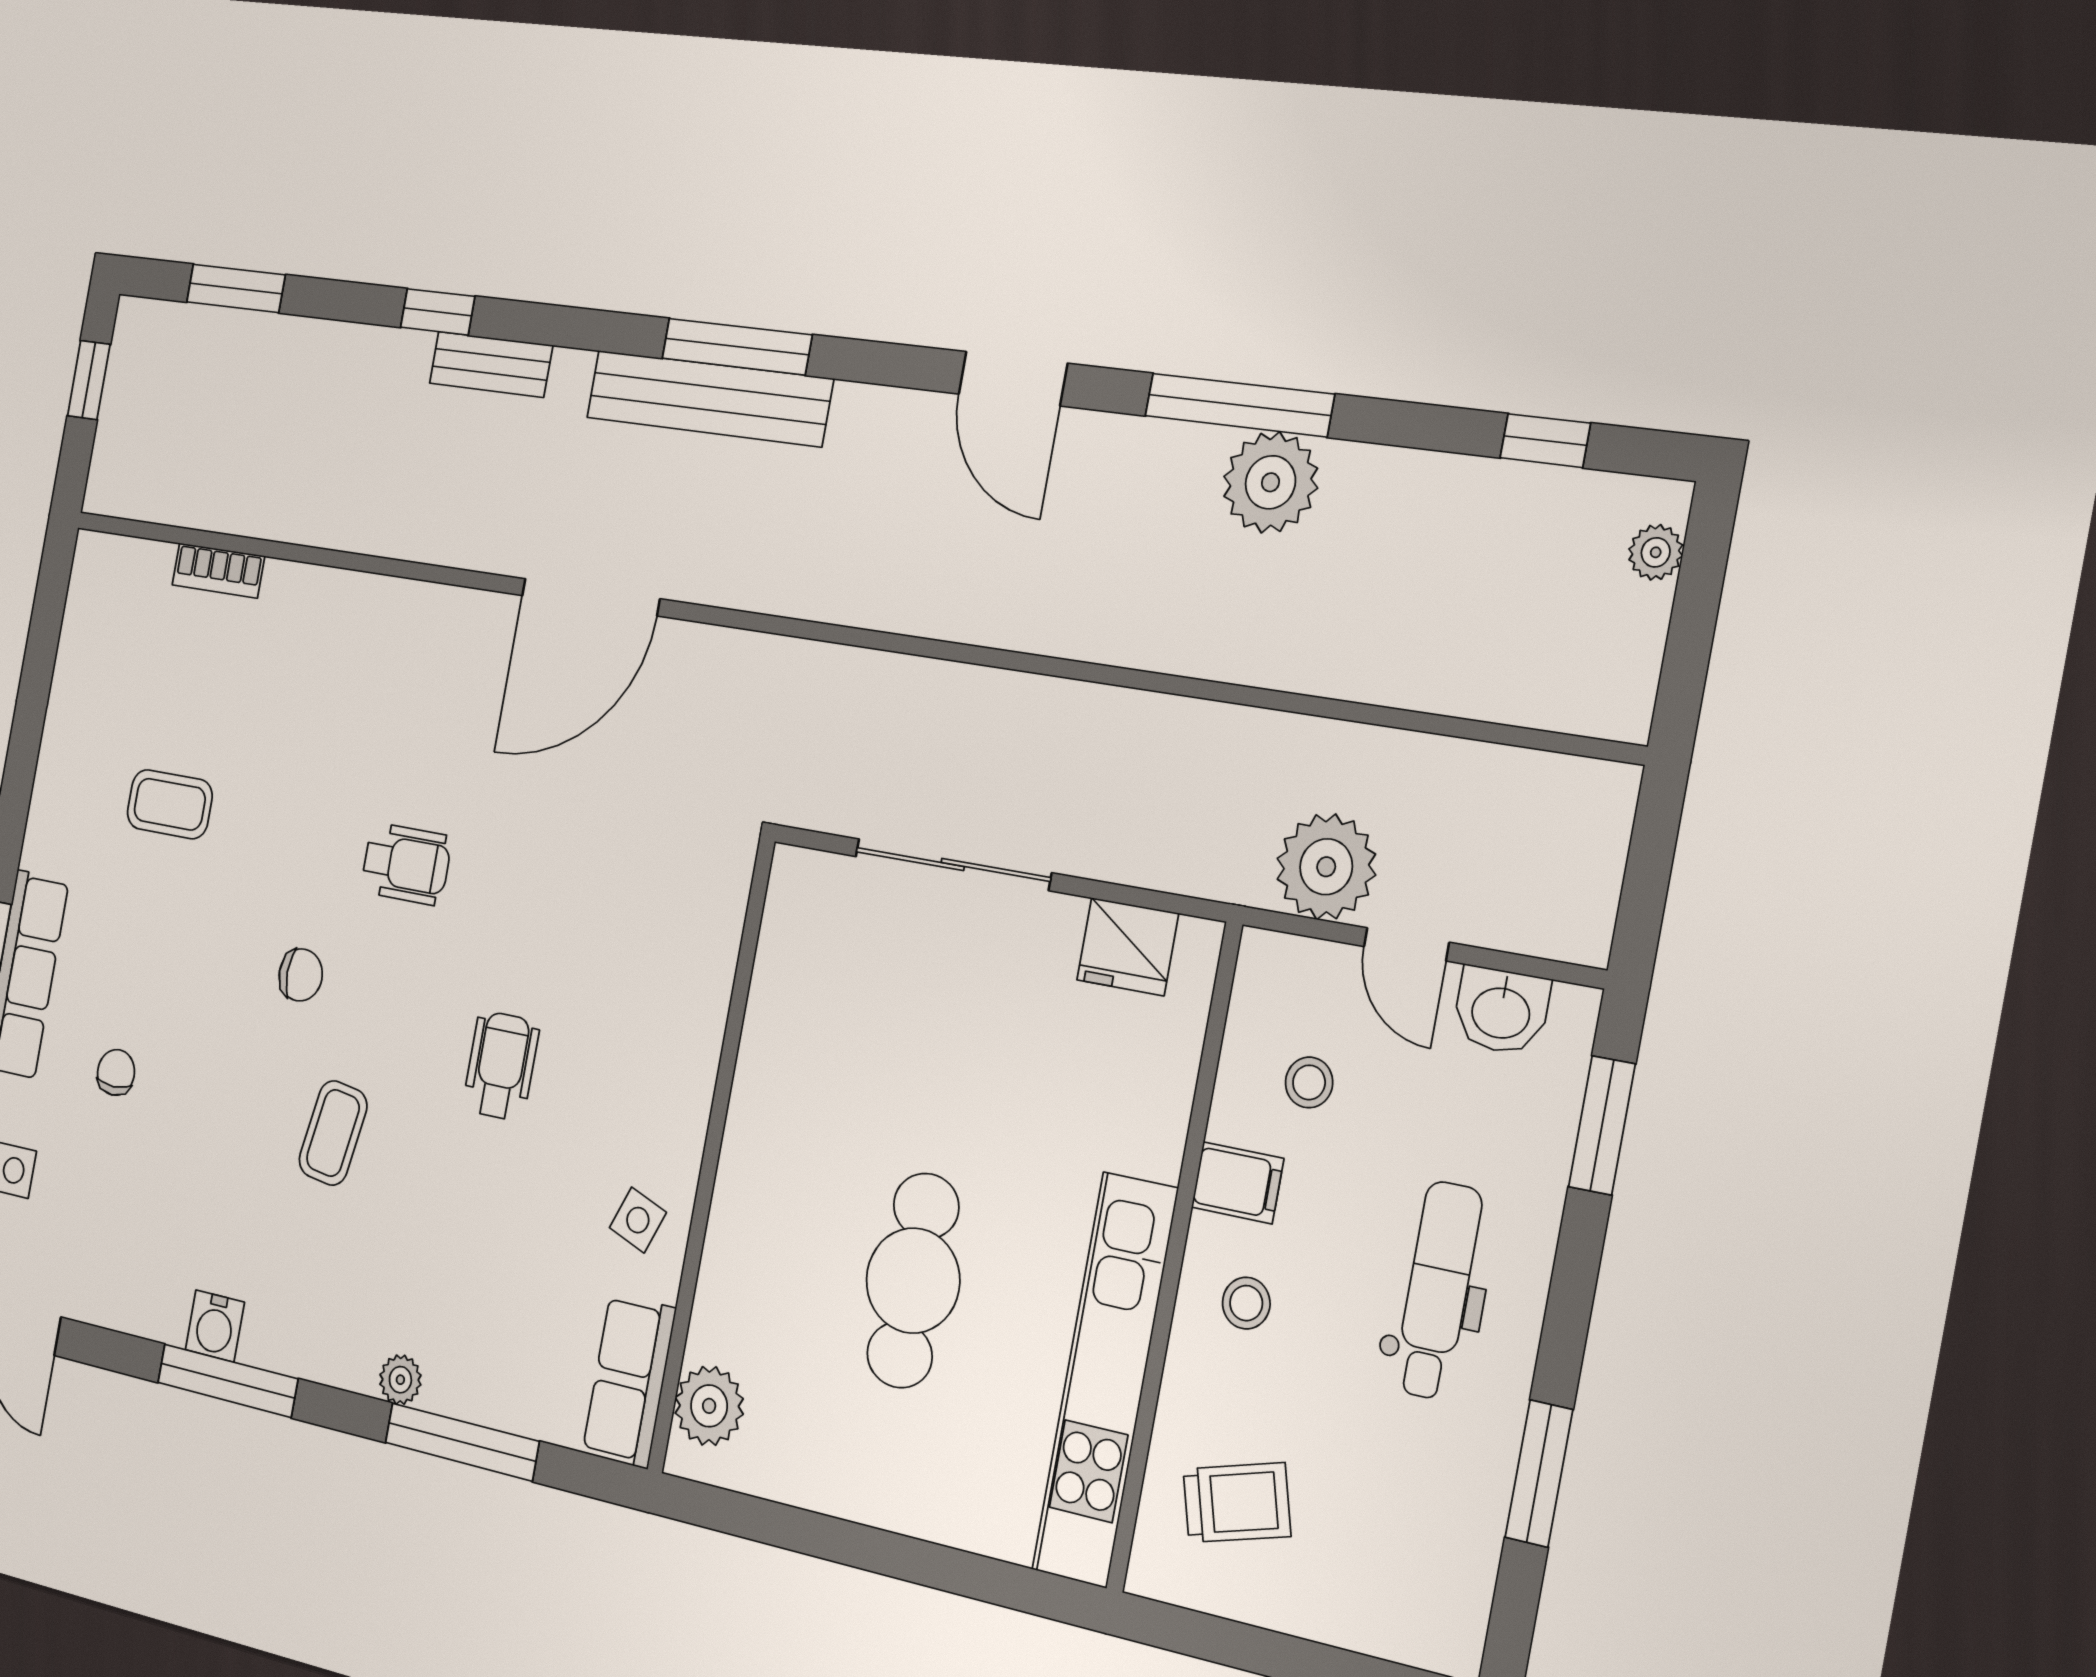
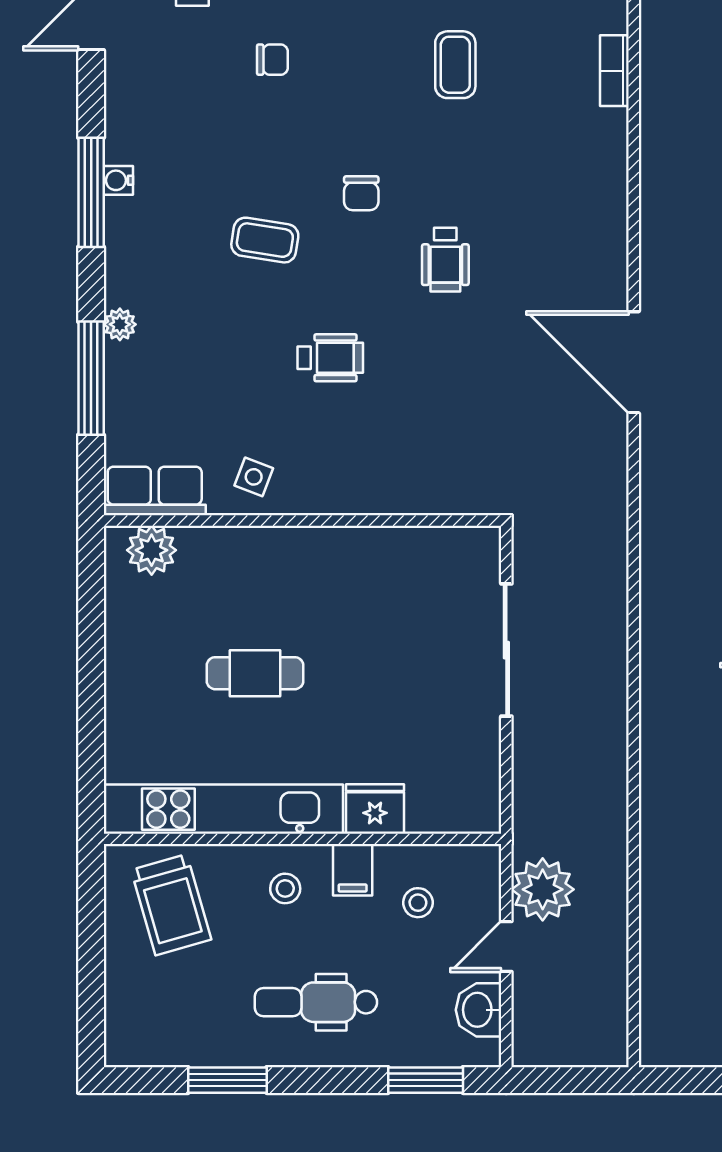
fridge: (1128, 947) -> (375, 809), moved, turned 90
cafe table: (913, 1281) -> (255, 673), width x0.73, depth x0.74
dental chair: (1438, 1290) -> (316, 1002), turned 180
water cooler: (215, 1326) -> (118, 180), width x0.72, depth x0.72
trolley: (1237, 1503) -> (171, 905), width x1.36, depth x1.39

